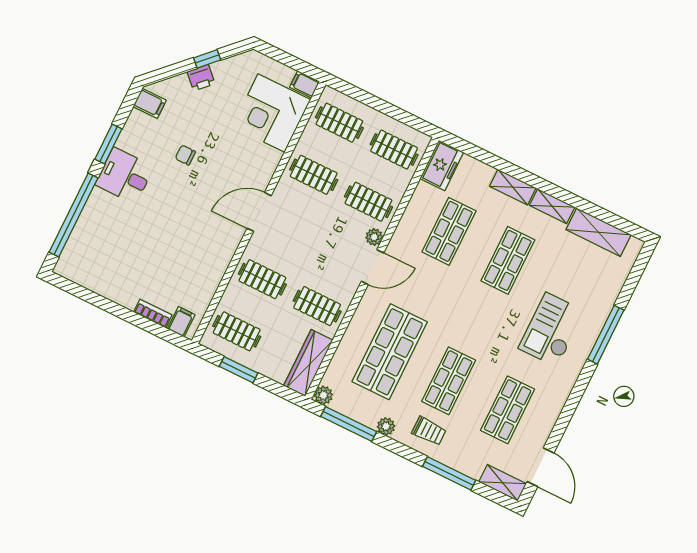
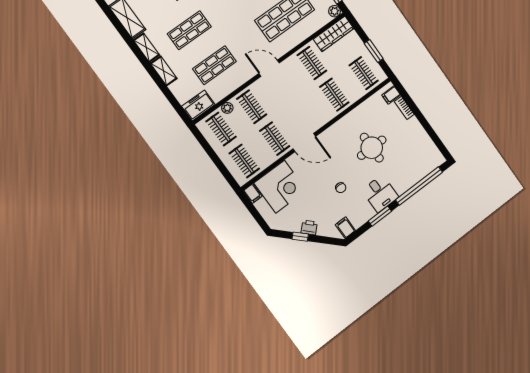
door: (259, 212) -> (304, 143), moved
round table: (170, 233) -> (372, 148), added
plant: (374, 237) -> (227, 108), moved

